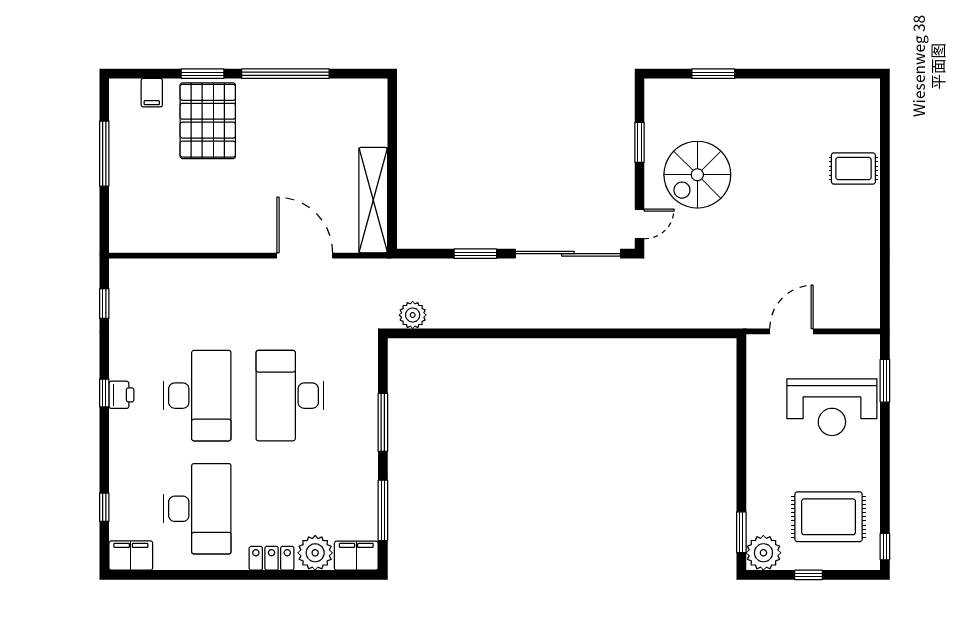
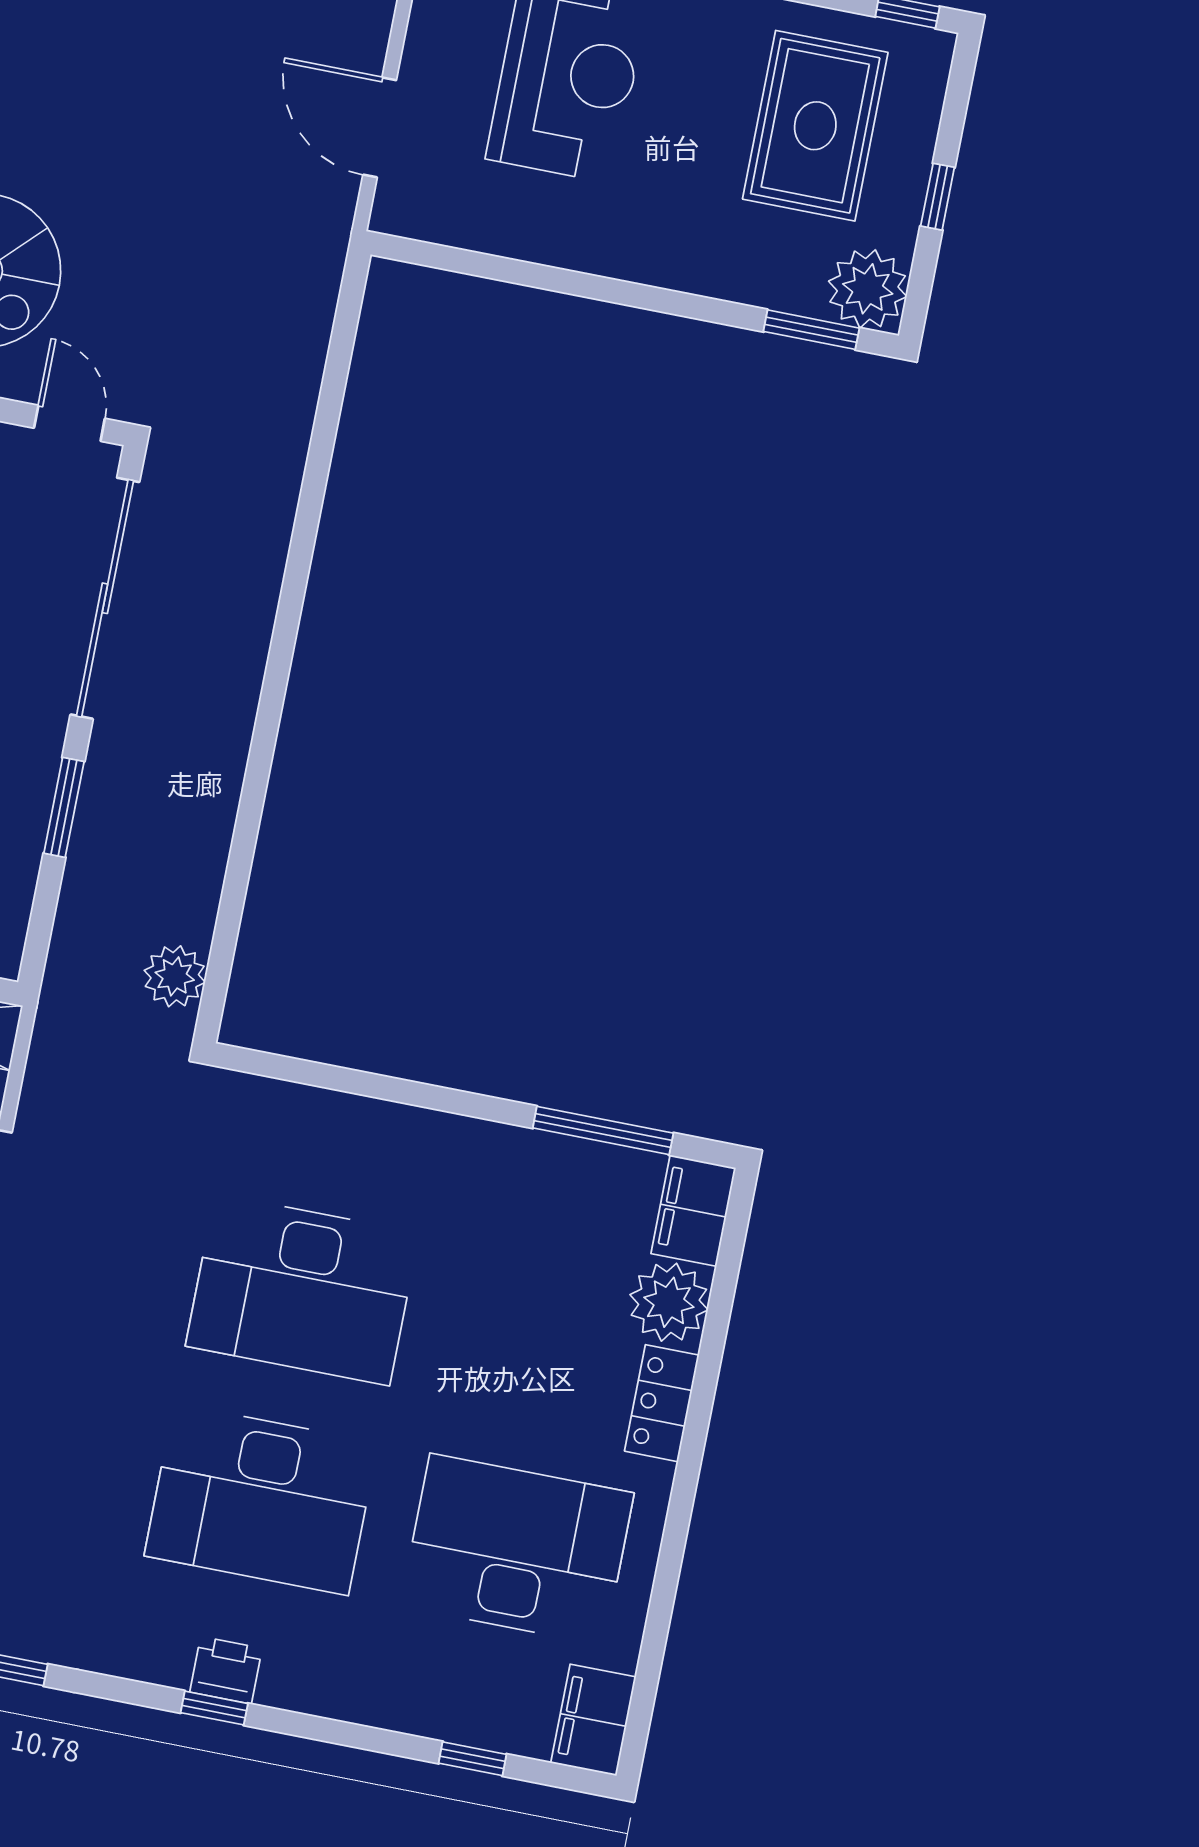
desk: (197, 396) -> (261, 1499), turned 180
window: (383, 422) -> (404, 1092), removed

